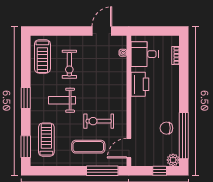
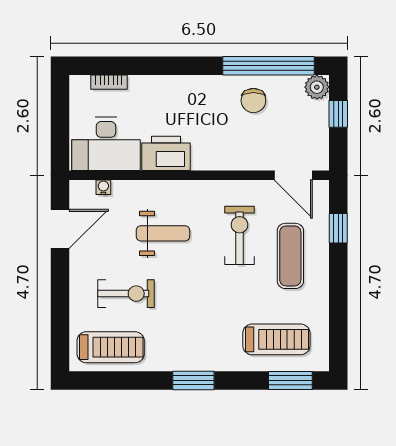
door: (102, 31) -> (60, 229), swing flipped
desk: (145, 54) -> (106, 144), width x1.37
weight bench: (62, 100) -> (163, 233), moved, turned -90
exercise bike: (99, 121) -> (239, 235), turned 180
treadmill: (46, 140) -> (276, 339), turned 180
window: (102, 171) -> (338, 228), width x0.46

